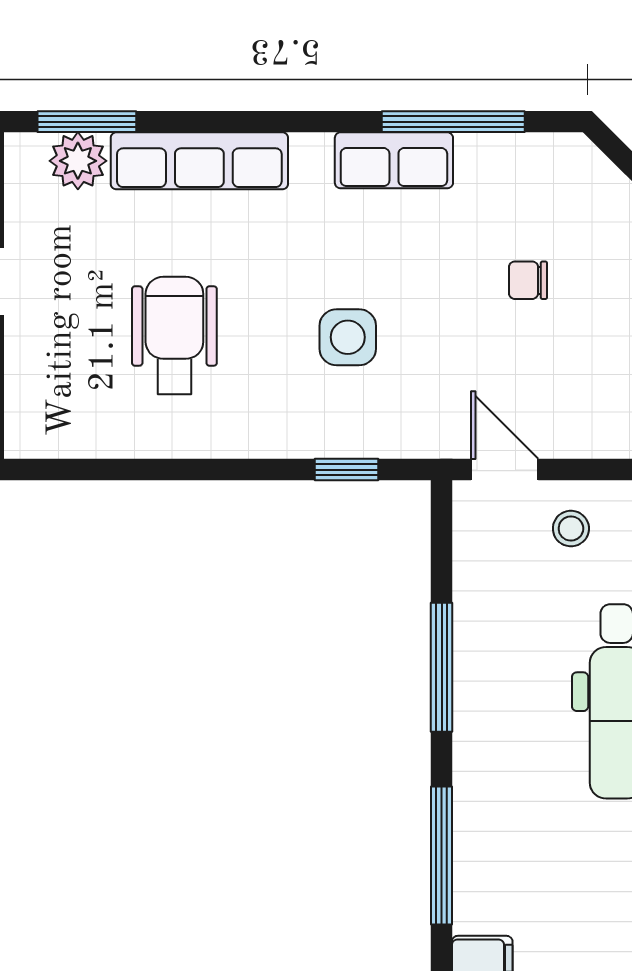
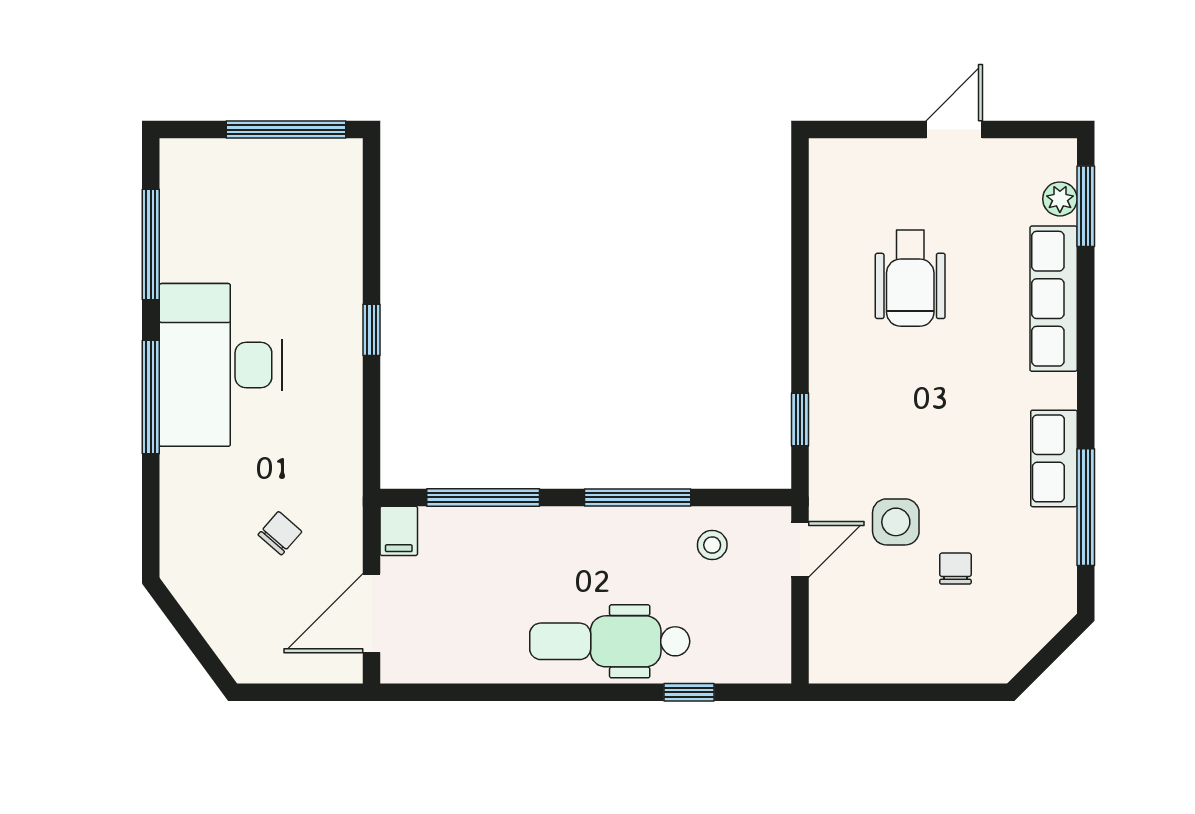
plant: (78, 161) -> (1060, 199), width x0.73, depth x0.73
wheelchair: (174, 335) -> (910, 278), turned 90
side table: (348, 337) -> (896, 522), moved
stool: (571, 529) -> (712, 545), moved

